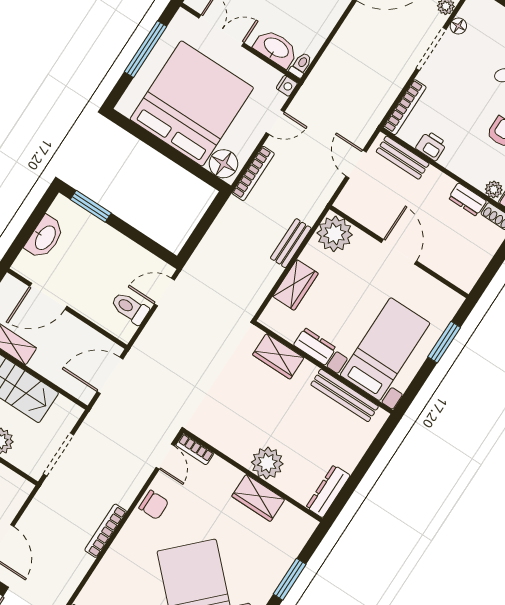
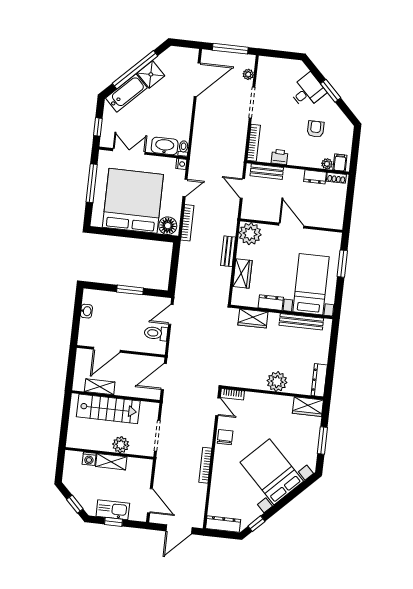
floor lamp: (458, 26) -> (261, 82), removed
window: (91, 206) -> (130, 290), moved
washbasin: (45, 237) -> (86, 311), width x0.52, depth x0.69
wardrobe: (258, 498) -> (308, 407), moved
chair: (154, 505) -> (225, 437), turned -90

